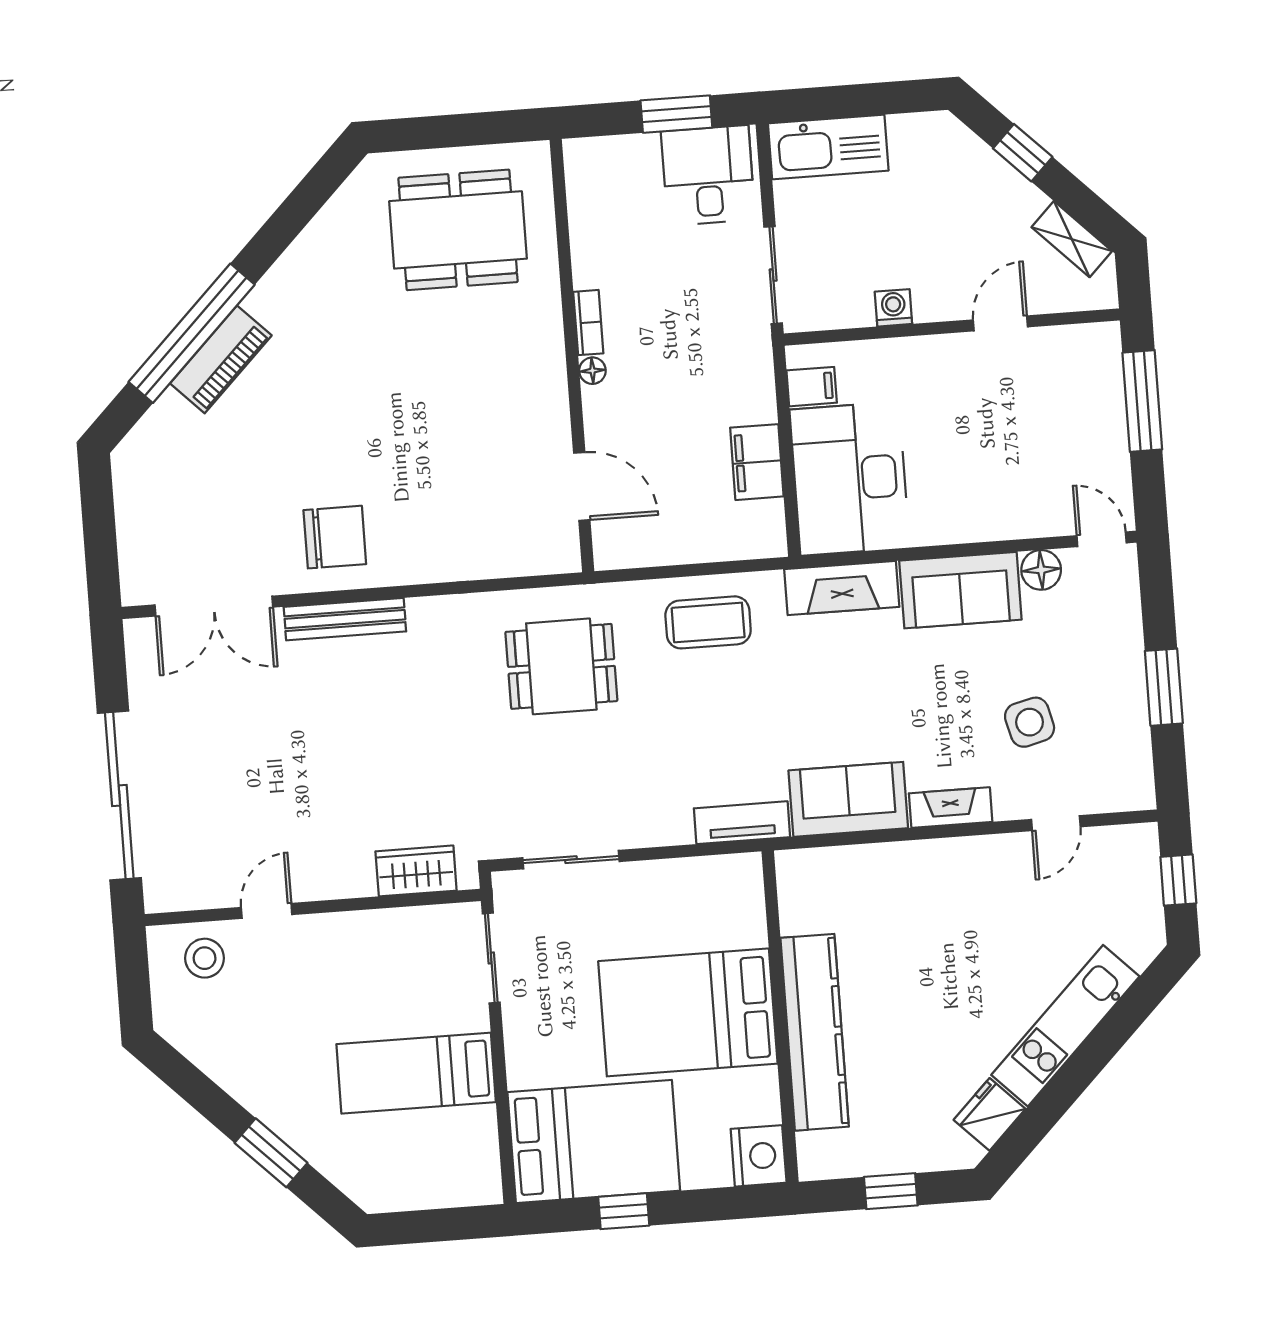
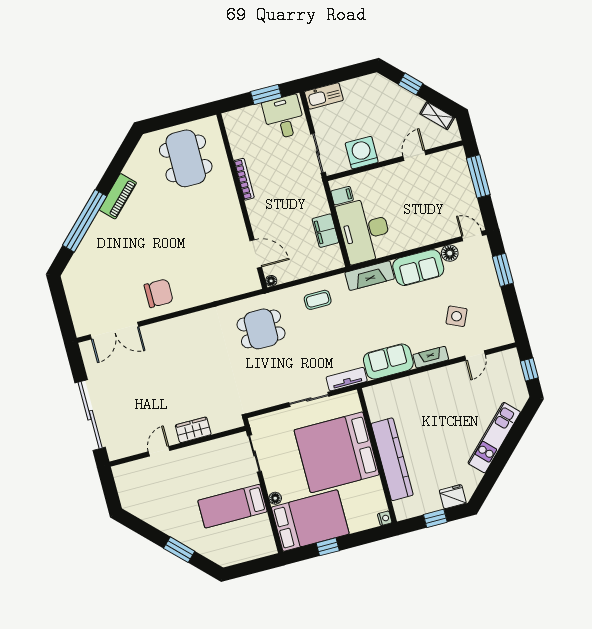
kitchen sink: (828, 147) -> (324, 96), width x0.73, depth x0.81
dining table: (458, 230) -> (186, 158), turned 90
washing machine: (893, 308) -> (362, 153), width x1.89, depth x1.89
bookcase: (588, 323) -> (244, 179), width x1.56
piano: (221, 359) -> (118, 196), moved
floor lamp: (592, 371) -> (271, 281), moved
bench: (345, 619) -> (169, 326), removed
coffee table: (708, 622) -> (318, 300), width x0.73, depth x0.77
window: (1164, 687) -> (503, 270), moved
side table: (1030, 722) -> (457, 316), turned 38
sliding door: (571, 860) -> (309, 399), moved
wardrobe: (416, 871) -> (193, 430), moved
stool: (205, 958) -> (137, 475), removed
bed: (688, 1012) -> (337, 452), width x1.36
floor lamp: (521, 1073) -> (275, 498), added
fridge: (990, 1114) -> (453, 497), moved, turned 45
nightstand: (759, 1156) -> (385, 518), width x0.53, depth x0.56

